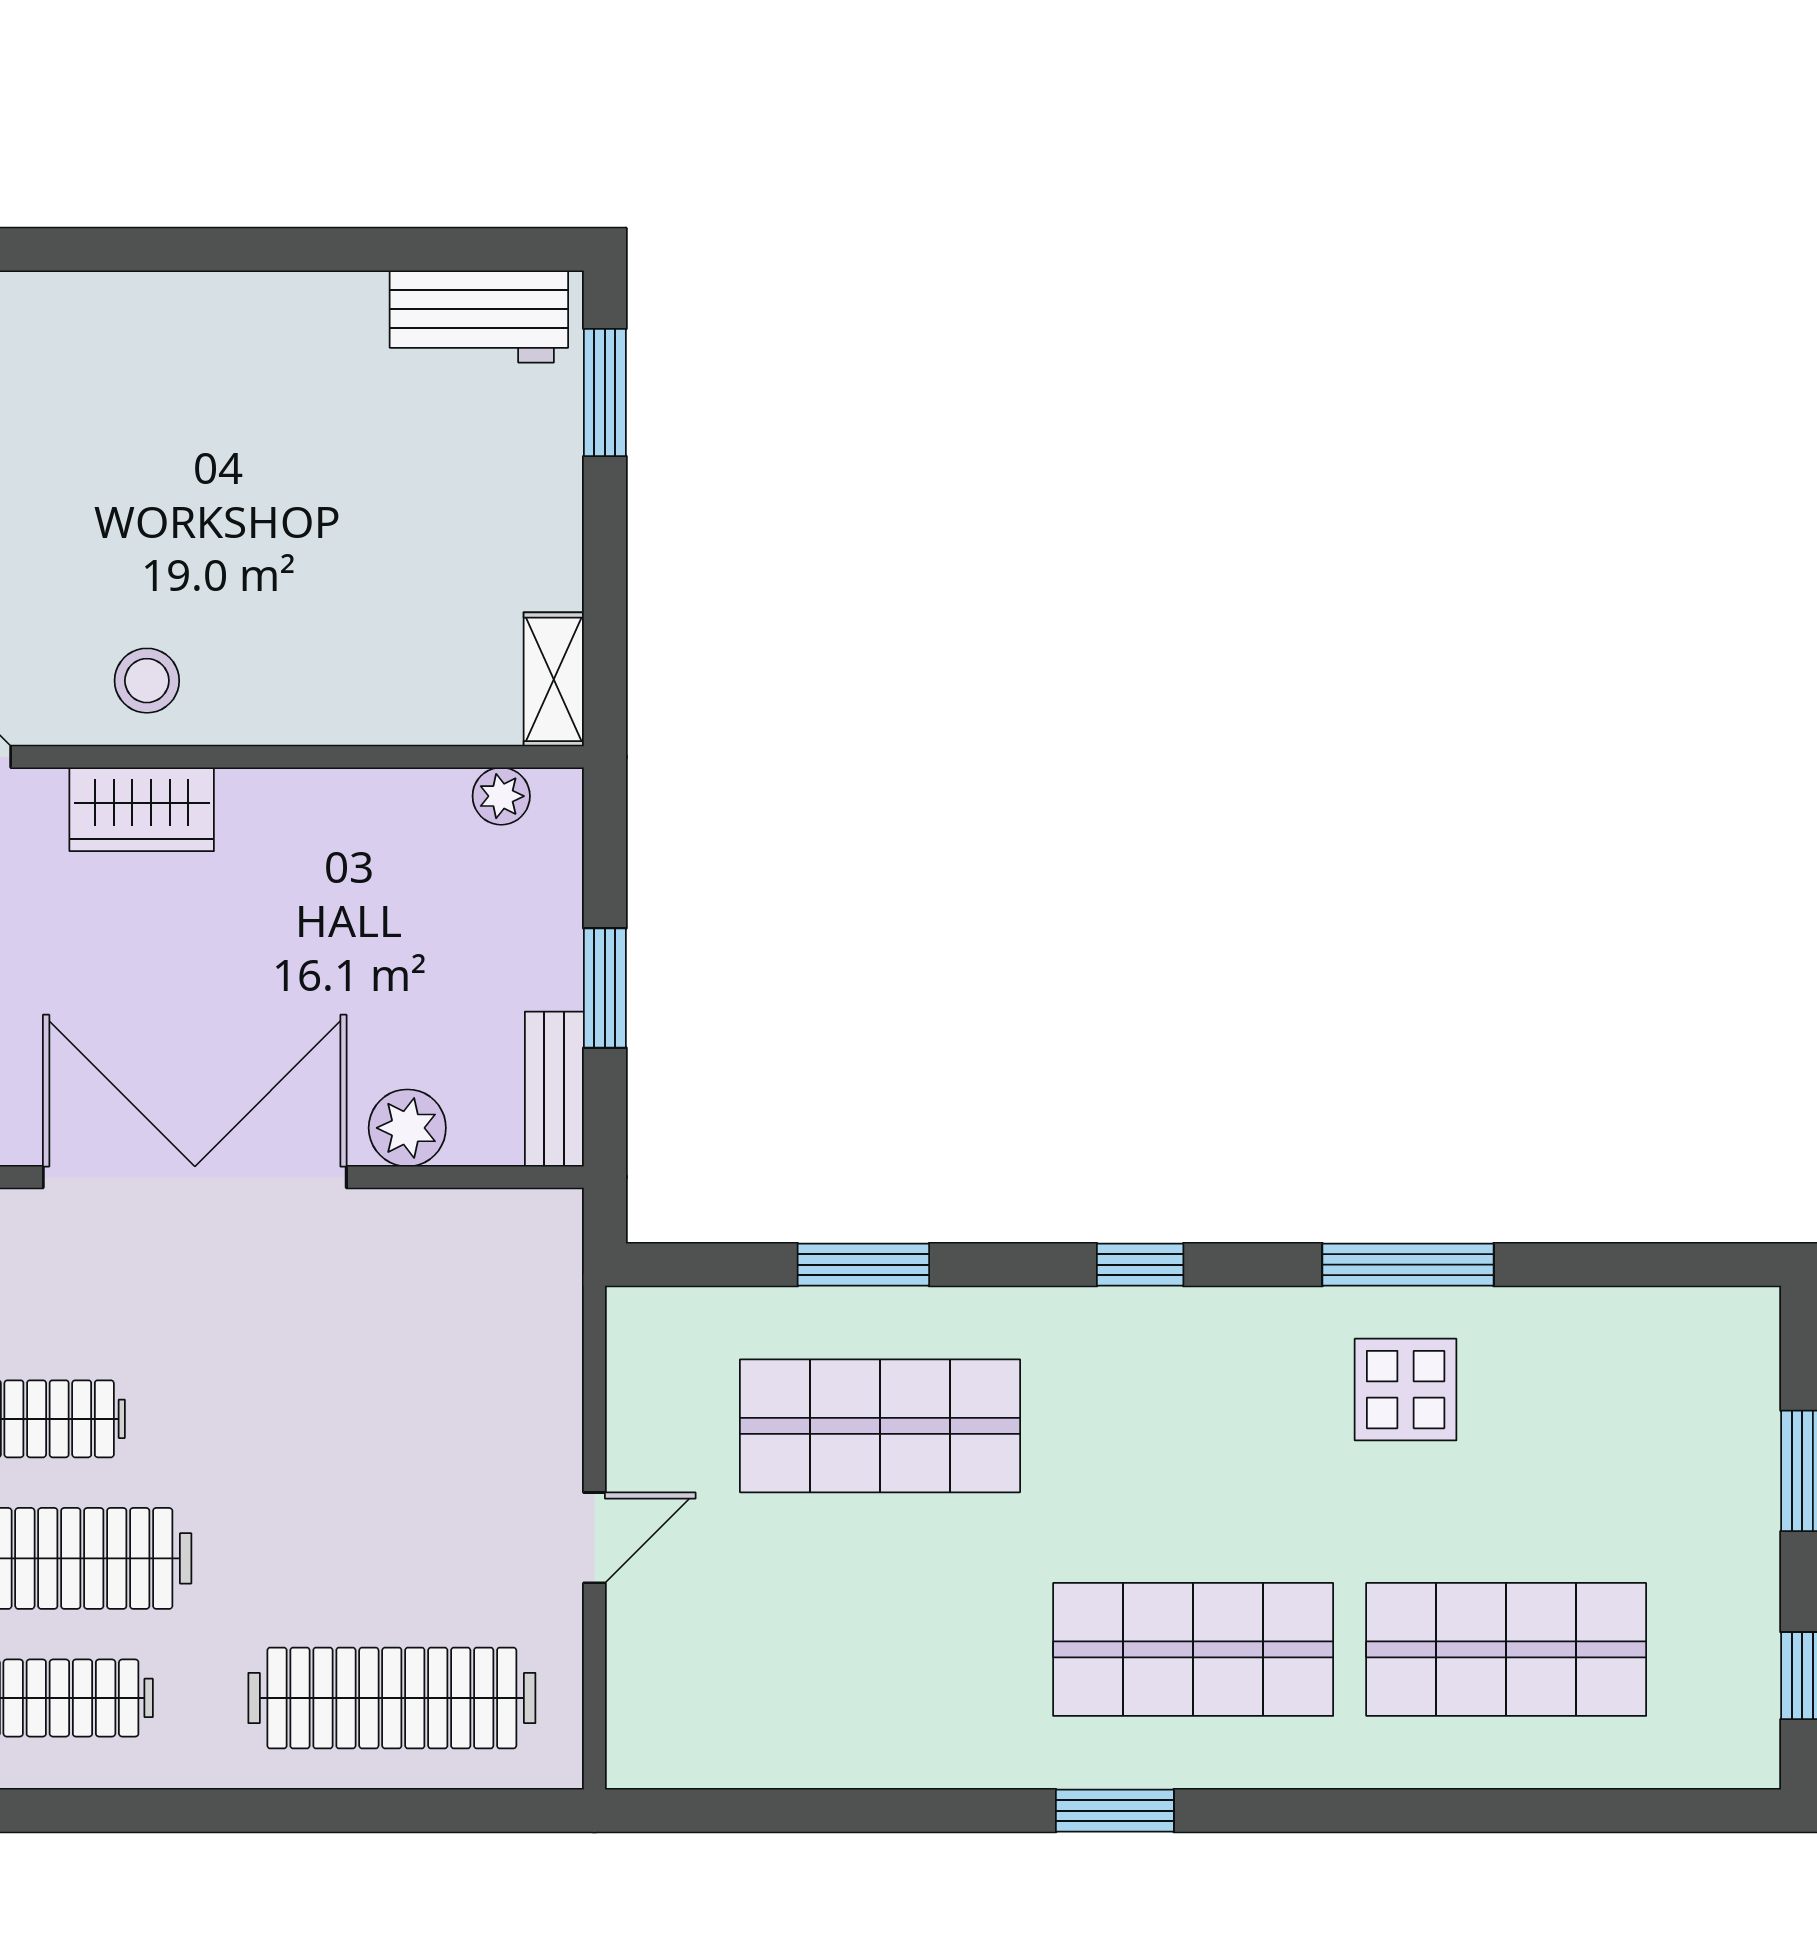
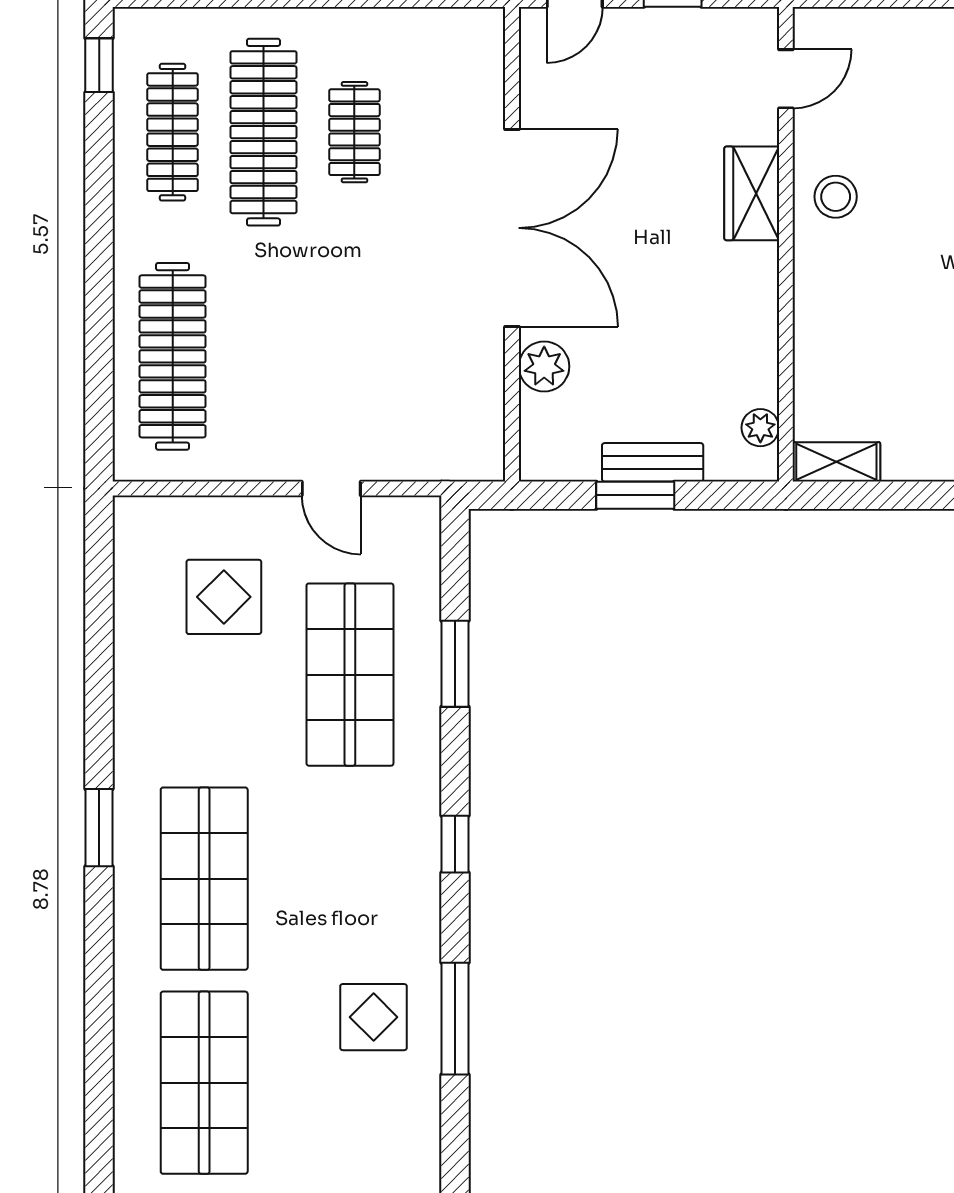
bench: (554, 1089) -> (653, 462), moved
door: (594, 1538) -> (331, 488), moved
display table: (761, 1619) -> (224, 597), added

